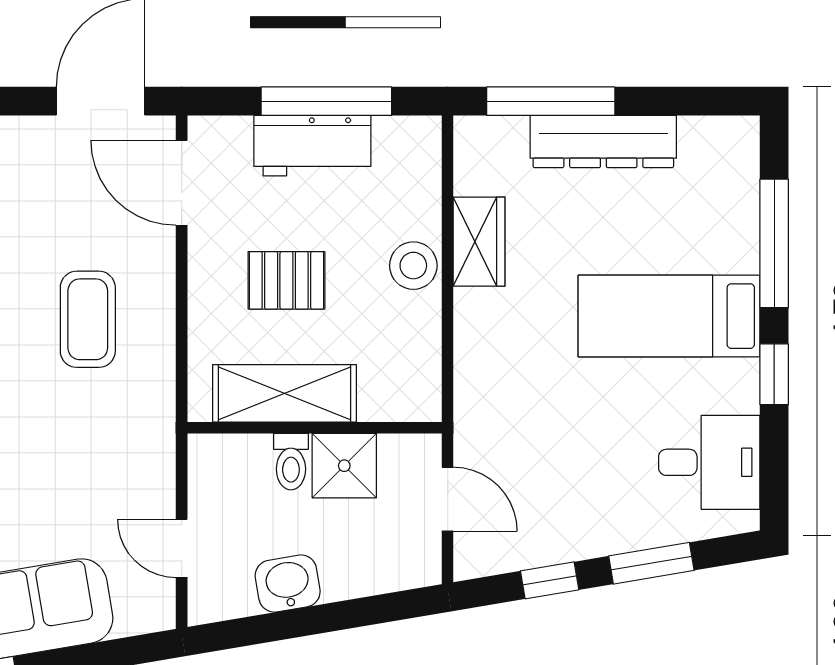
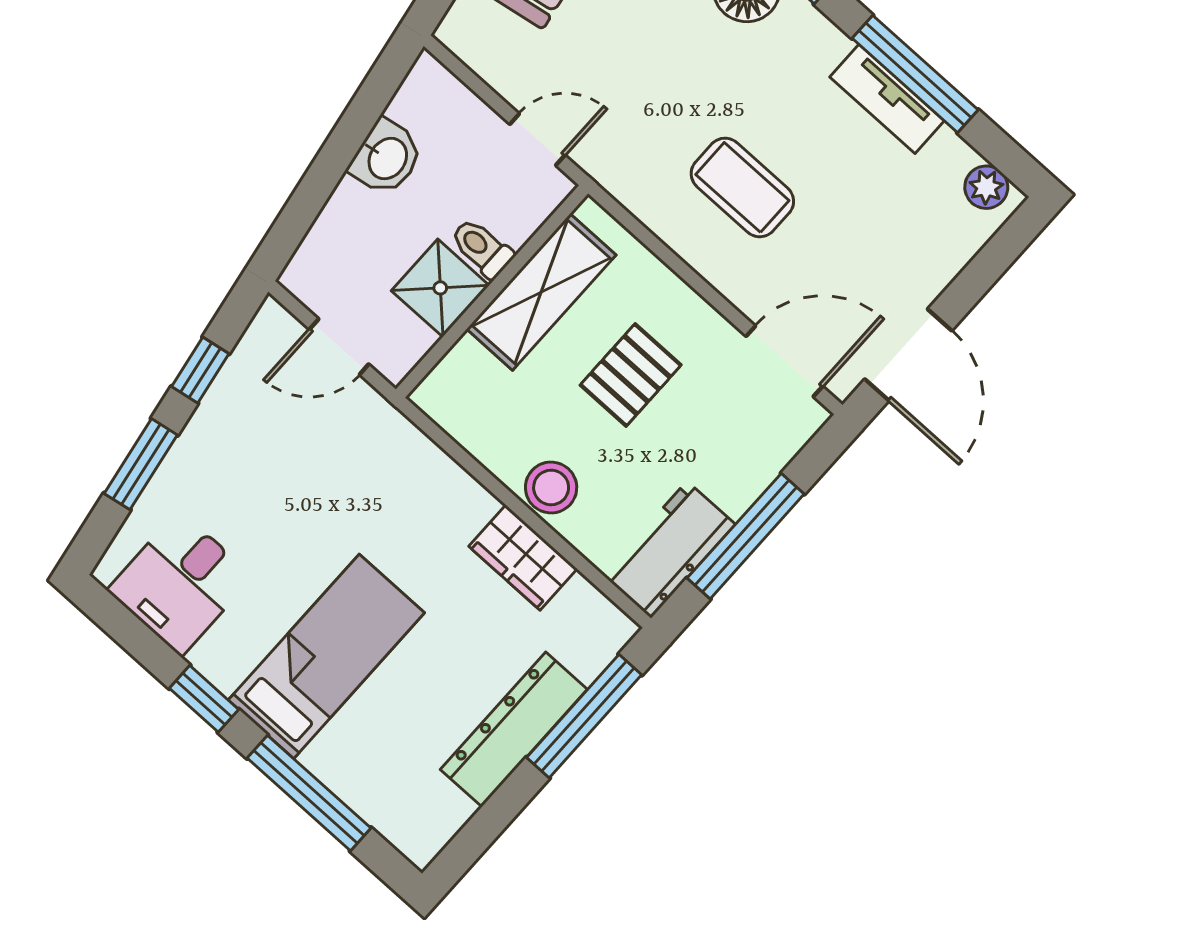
workbench: (312, 146) -> (669, 550), moved
door: (182, 548) -> (537, 140), moved

